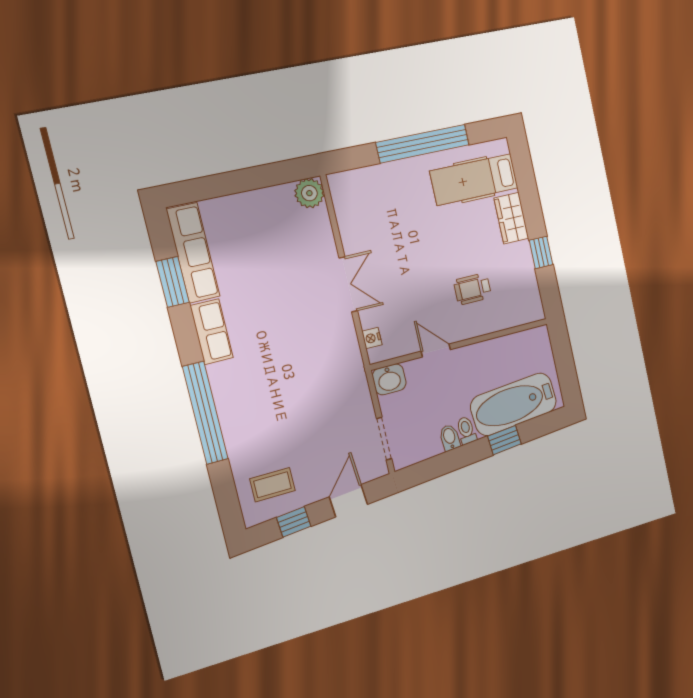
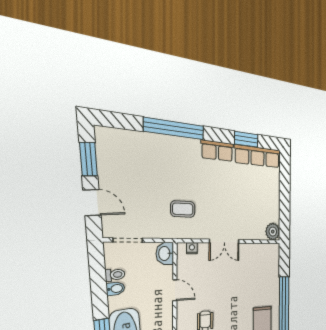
door: (436, 350) -> (175, 290), hinge flipped
toilet: (466, 430) -> (115, 275), moved
coffee table: (272, 485) -> (183, 209), moved, turned 90
window: (294, 522) -> (88, 159), width x1.50

